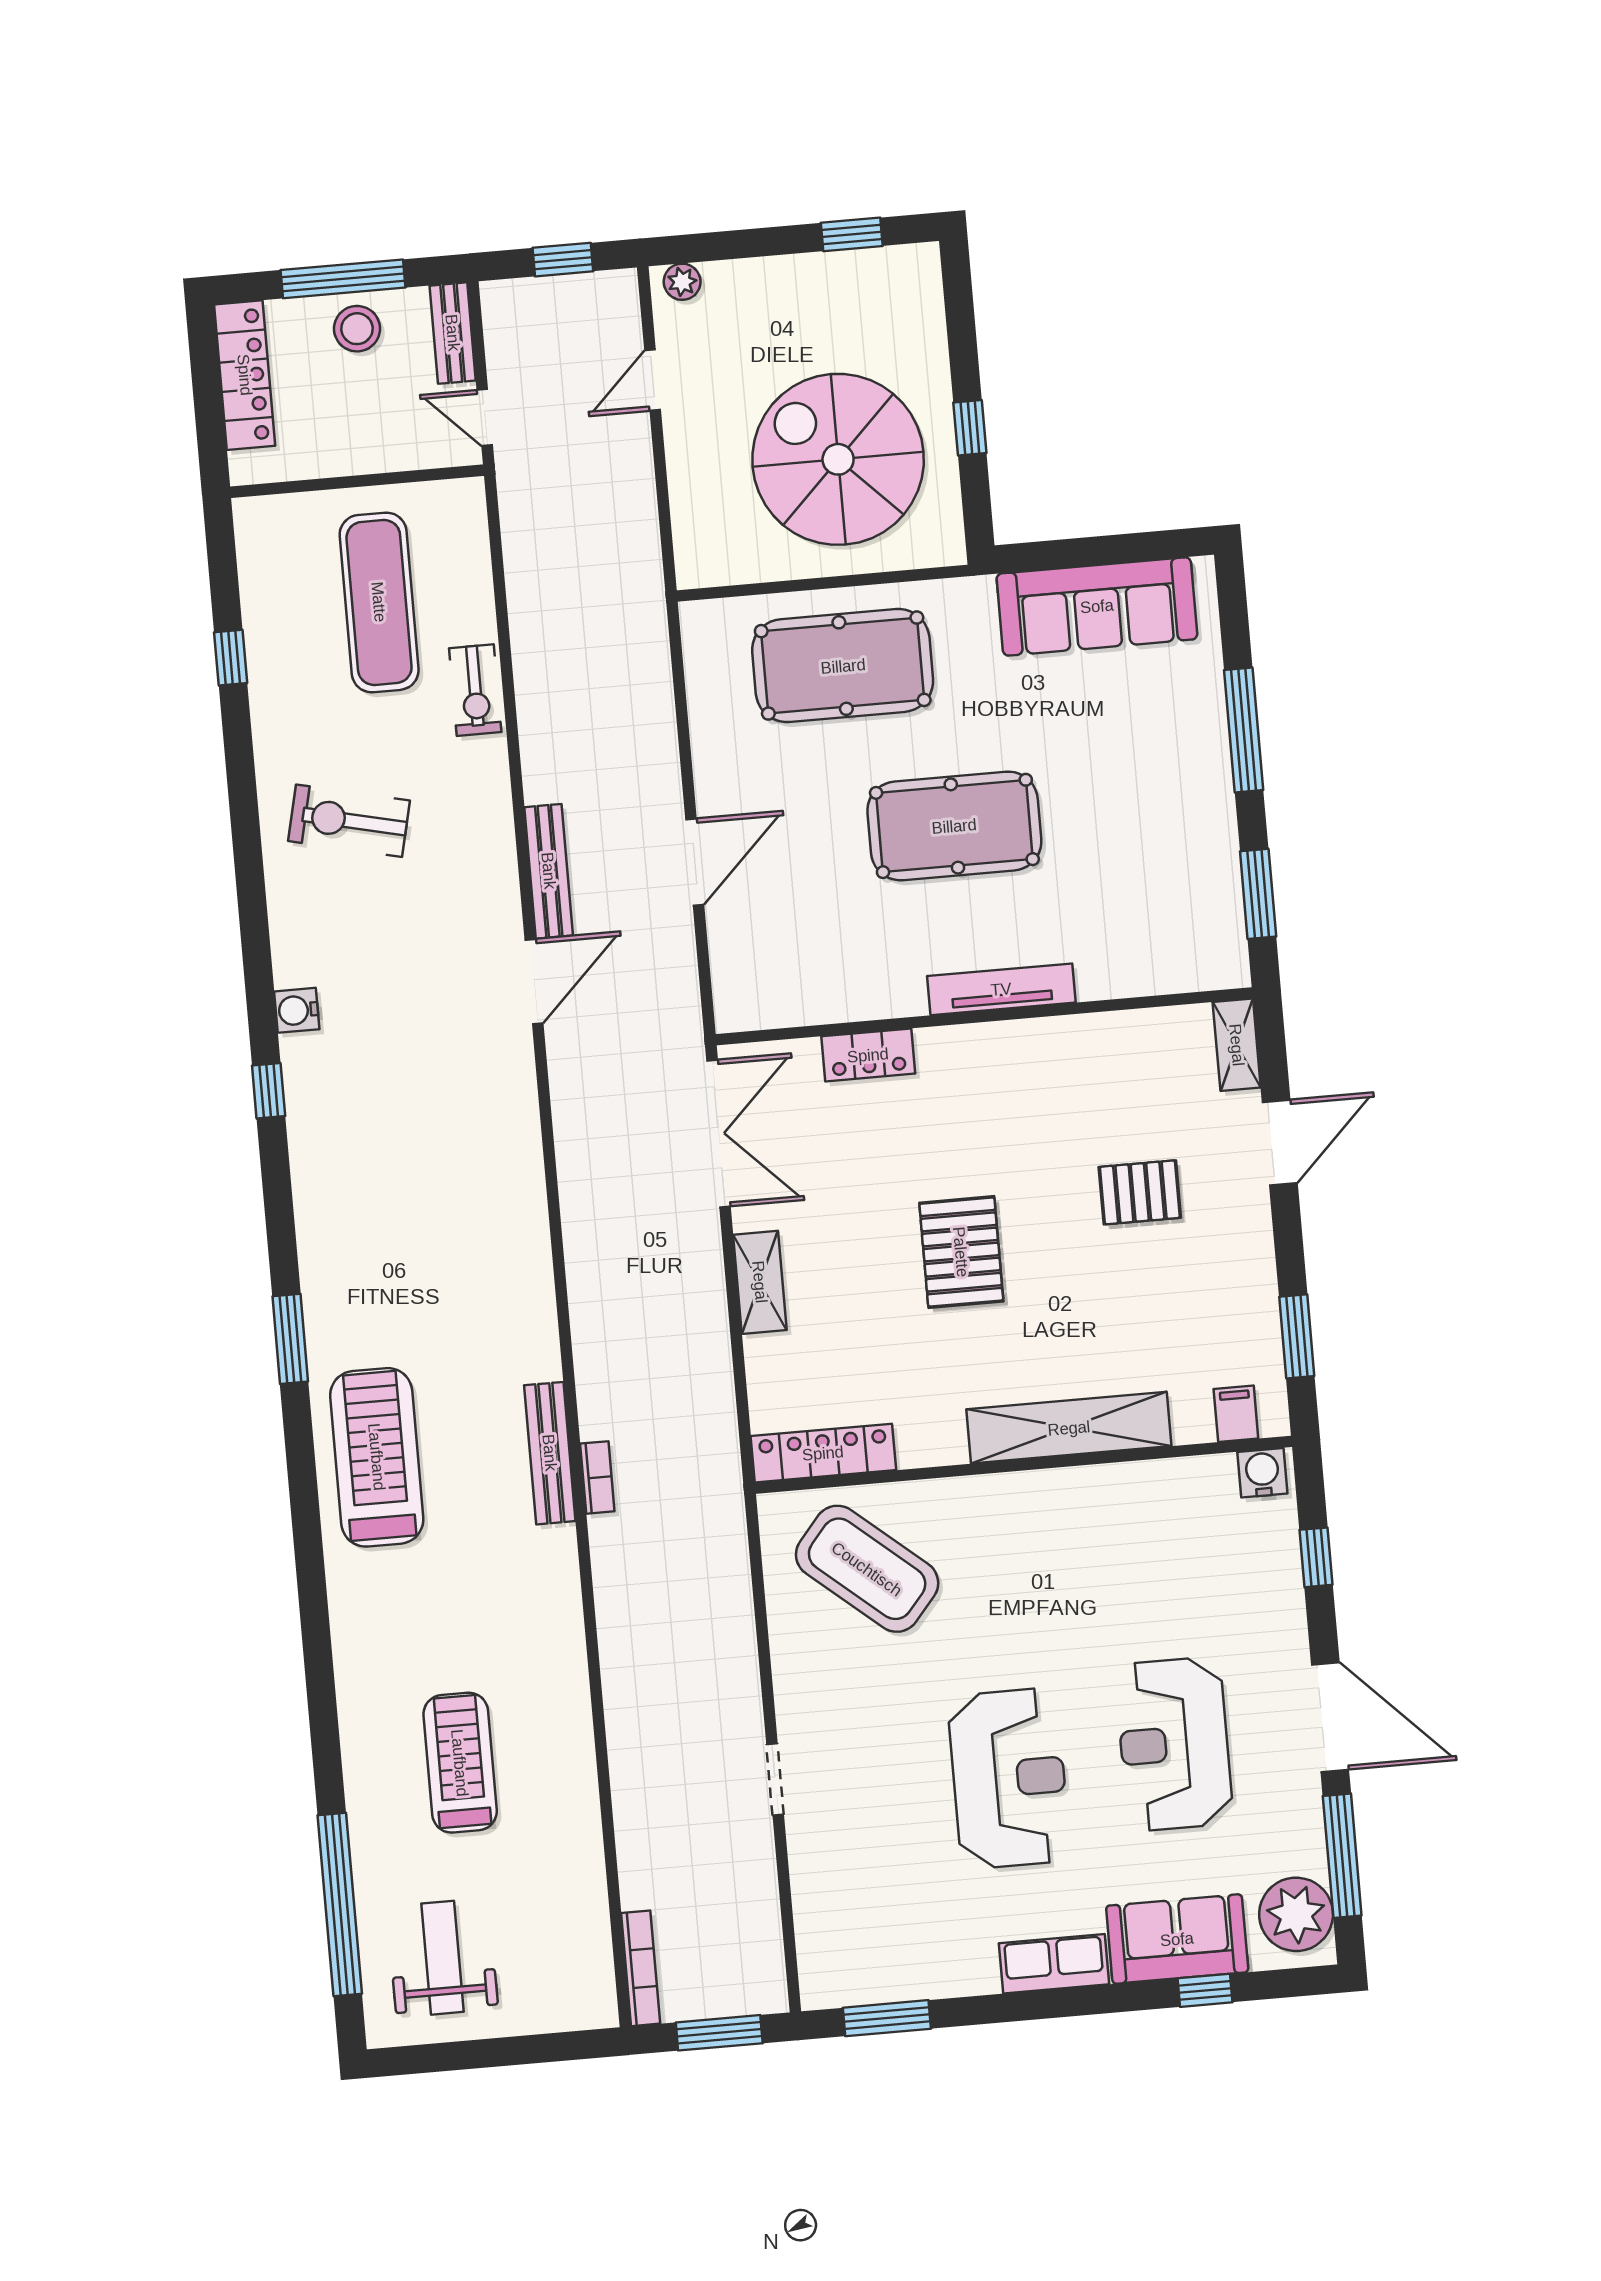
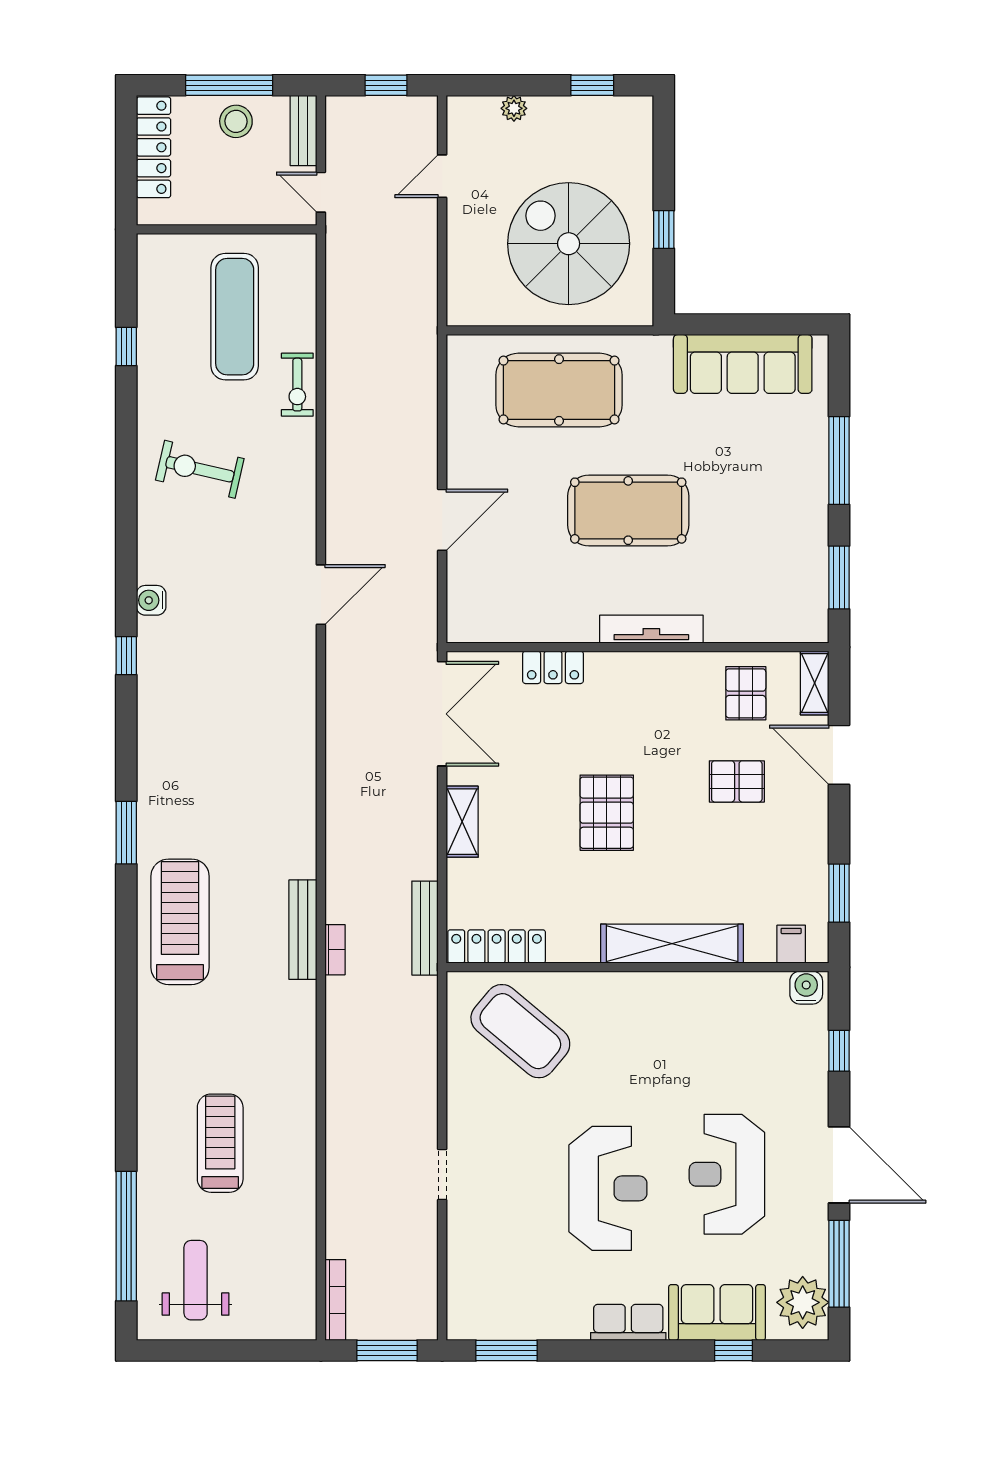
plant: (682, 282) -> (514, 108), moved
bench: (549, 871) -> (425, 928), moved
pallet: (1142, 1068) -> (746, 693), added
door: (1280, 1143) -> (839, 755), swing flipped

